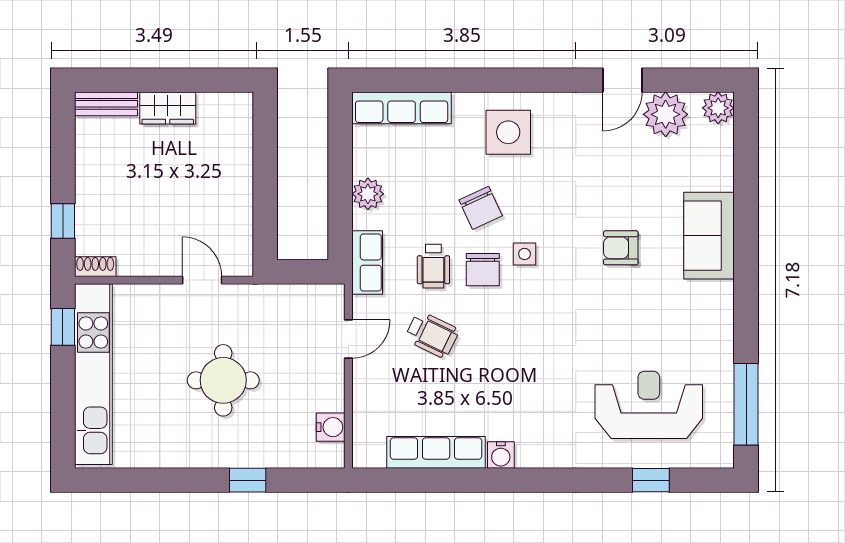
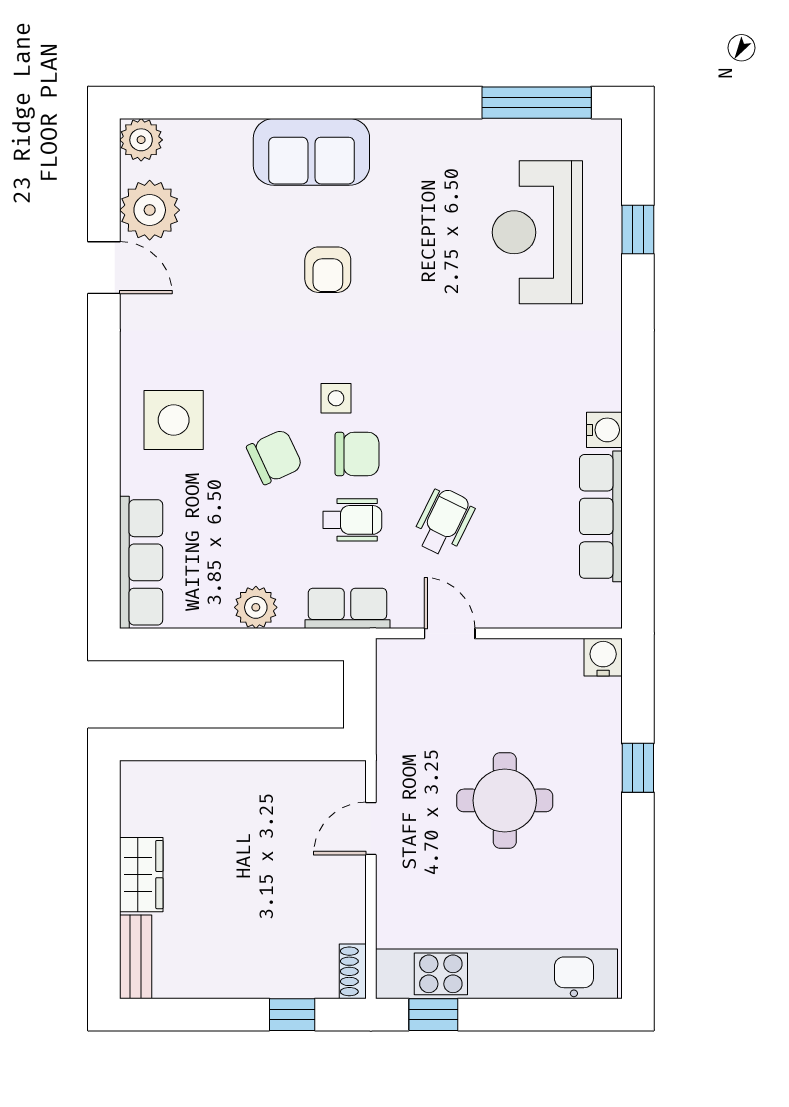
water cooler: (331, 427) -> (603, 657), moved

